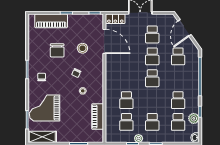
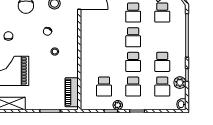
school desk: (126, 100) -> (133, 62), moved
piano: (98, 117) -> (72, 92), moved

